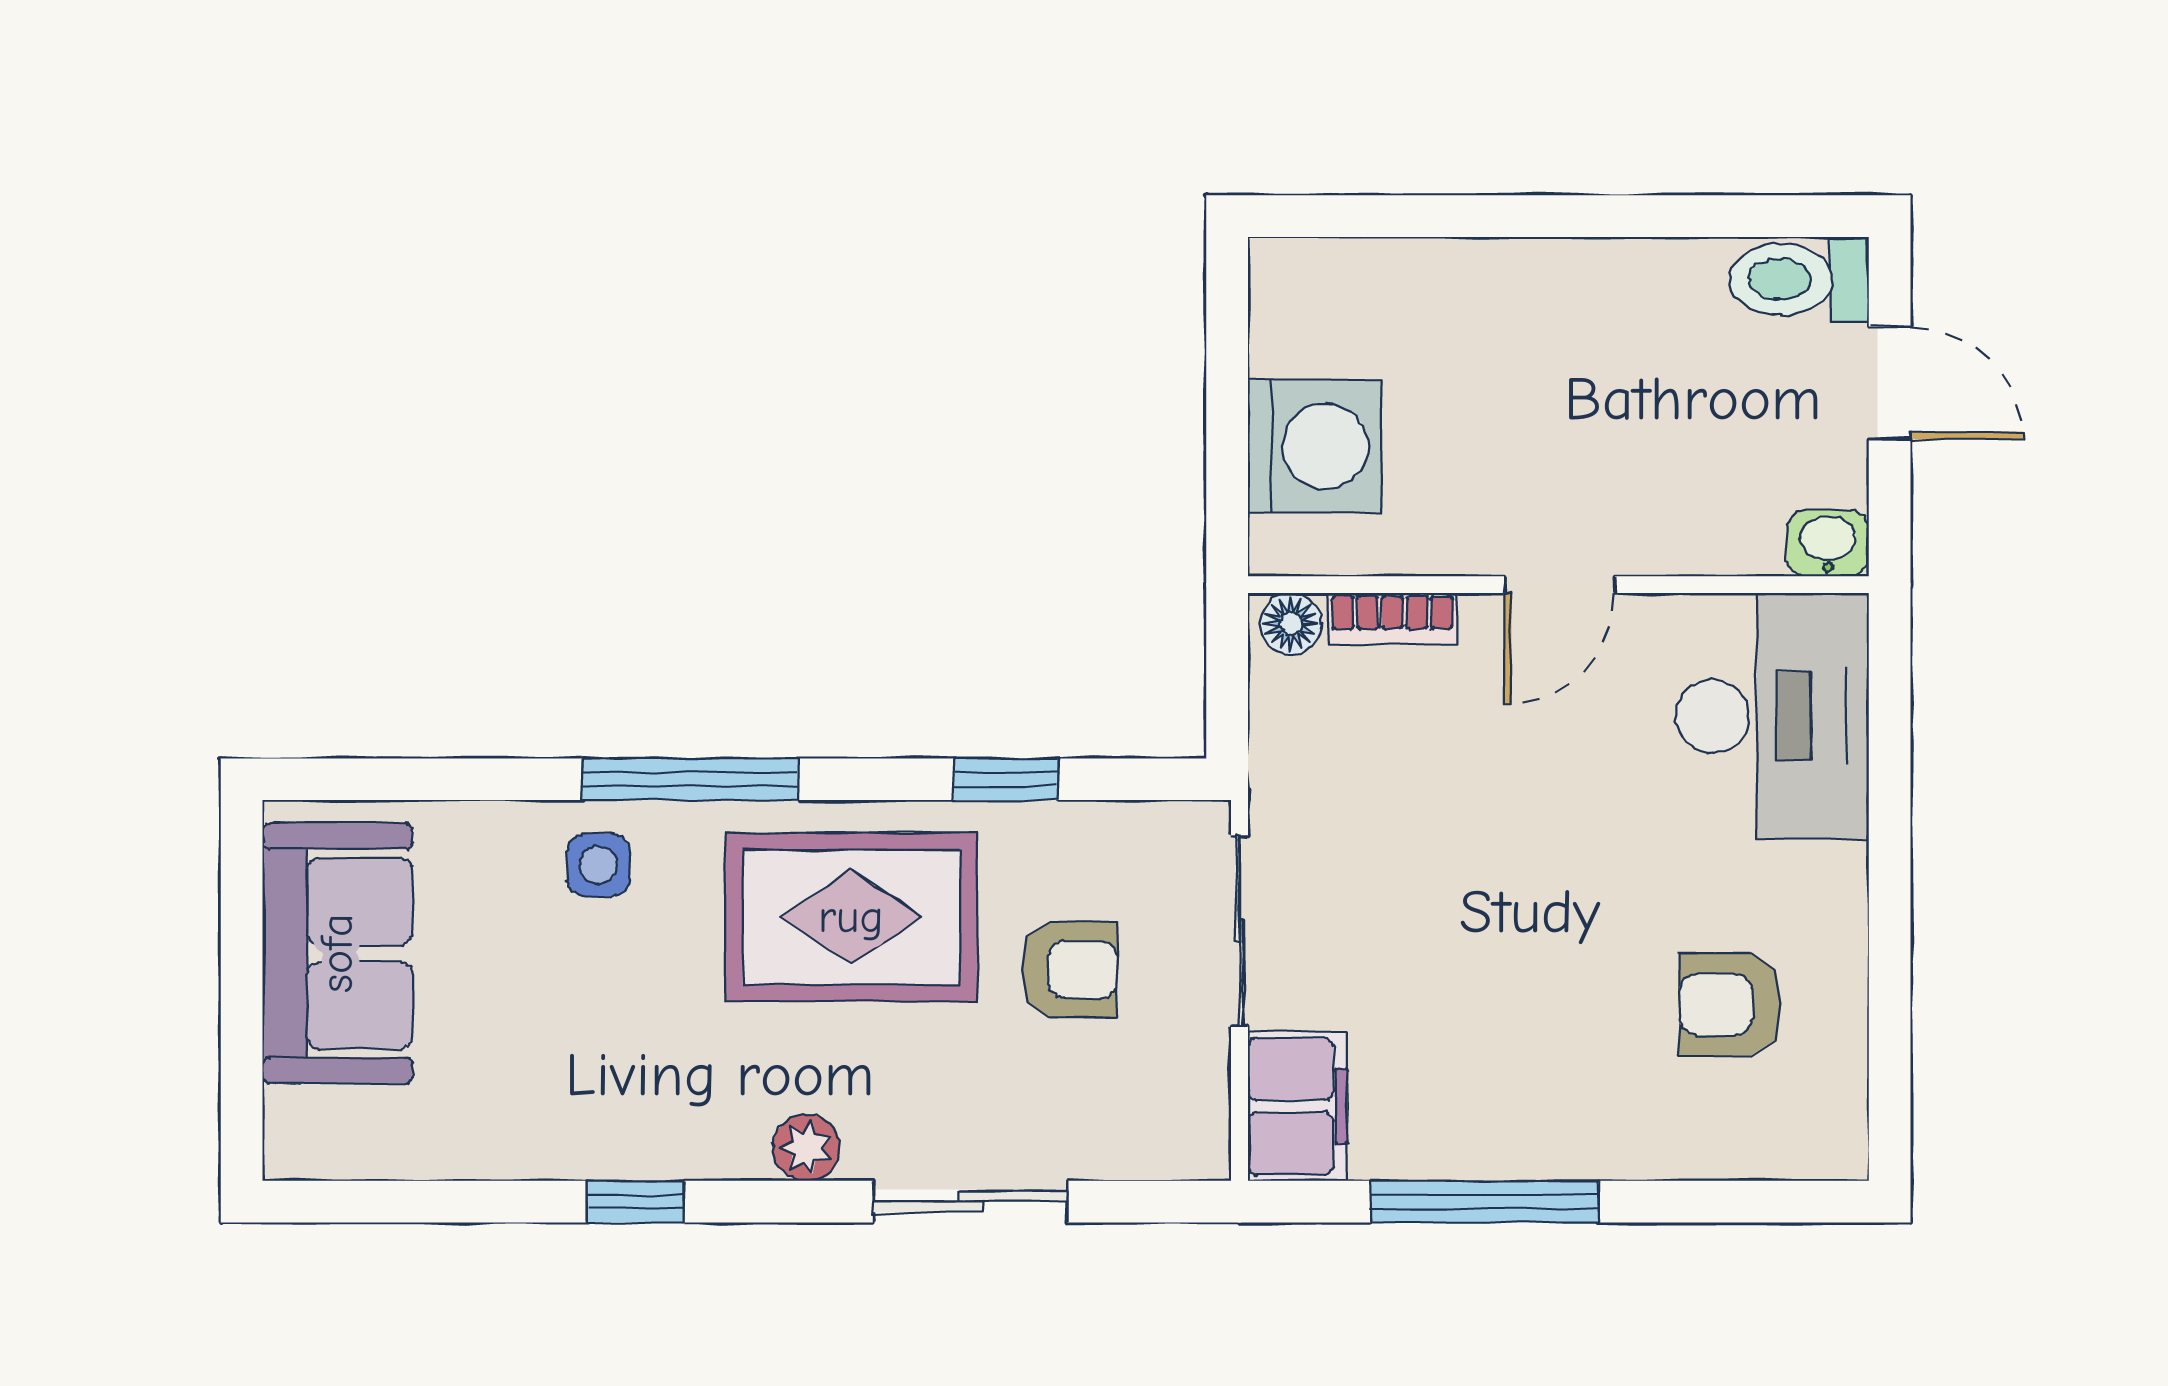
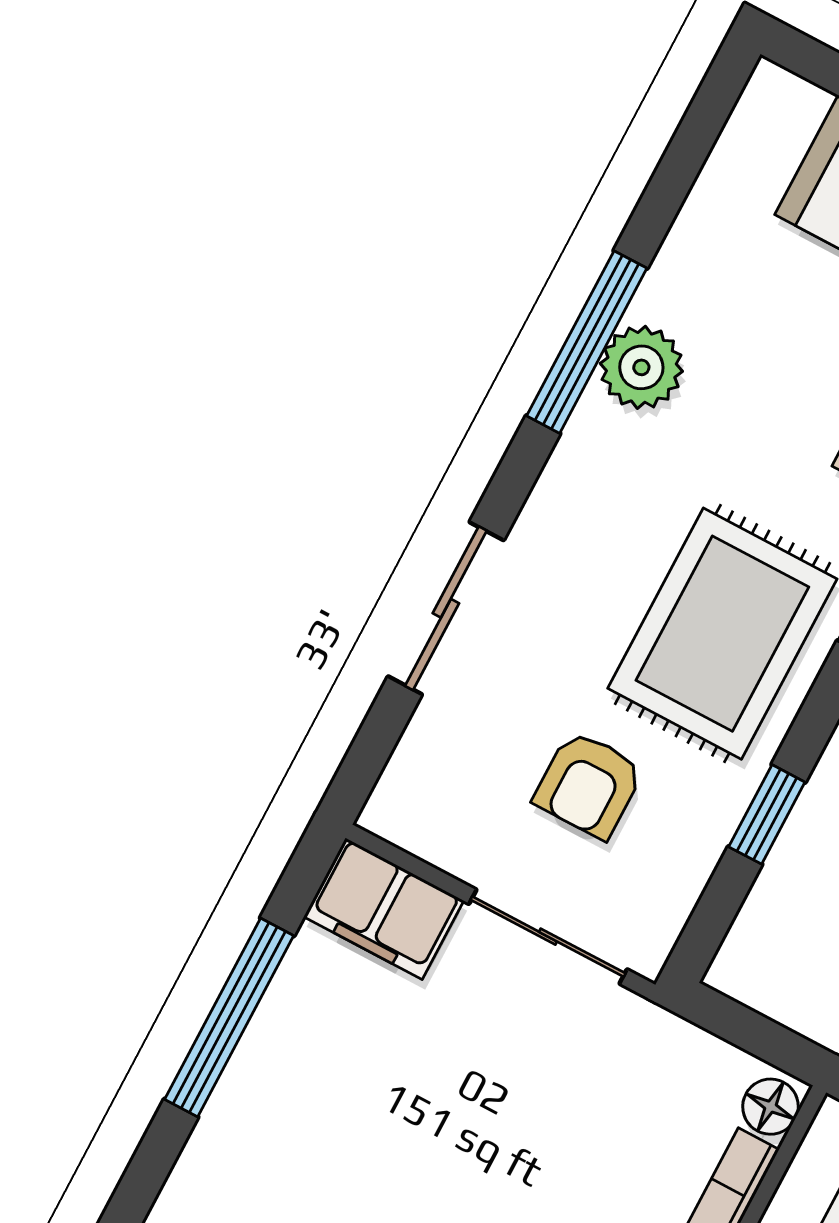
plant: (806, 1147) -> (641, 367), moved, width x1.38, depth x1.38
window: (635, 1202) -> (587, 342), width x2.17

